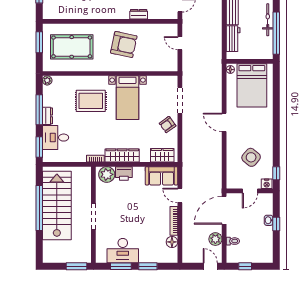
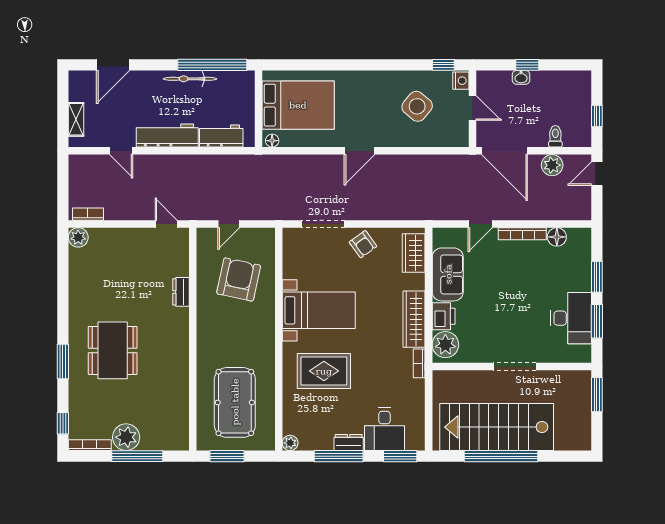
armchair: (124, 44) -> (239, 279), moved
rug: (91, 101) -> (324, 371), turned 90
sofa: (162, 176) -> (448, 274), moved

